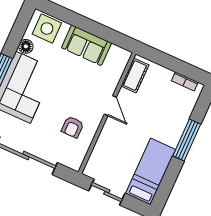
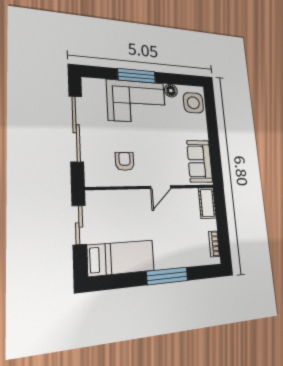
sofa: (86, 45) -> (200, 161), moved
cot: (135, 76) -> (207, 203), moved, turned 90
armchair: (73, 127) -> (125, 161), turned 90

